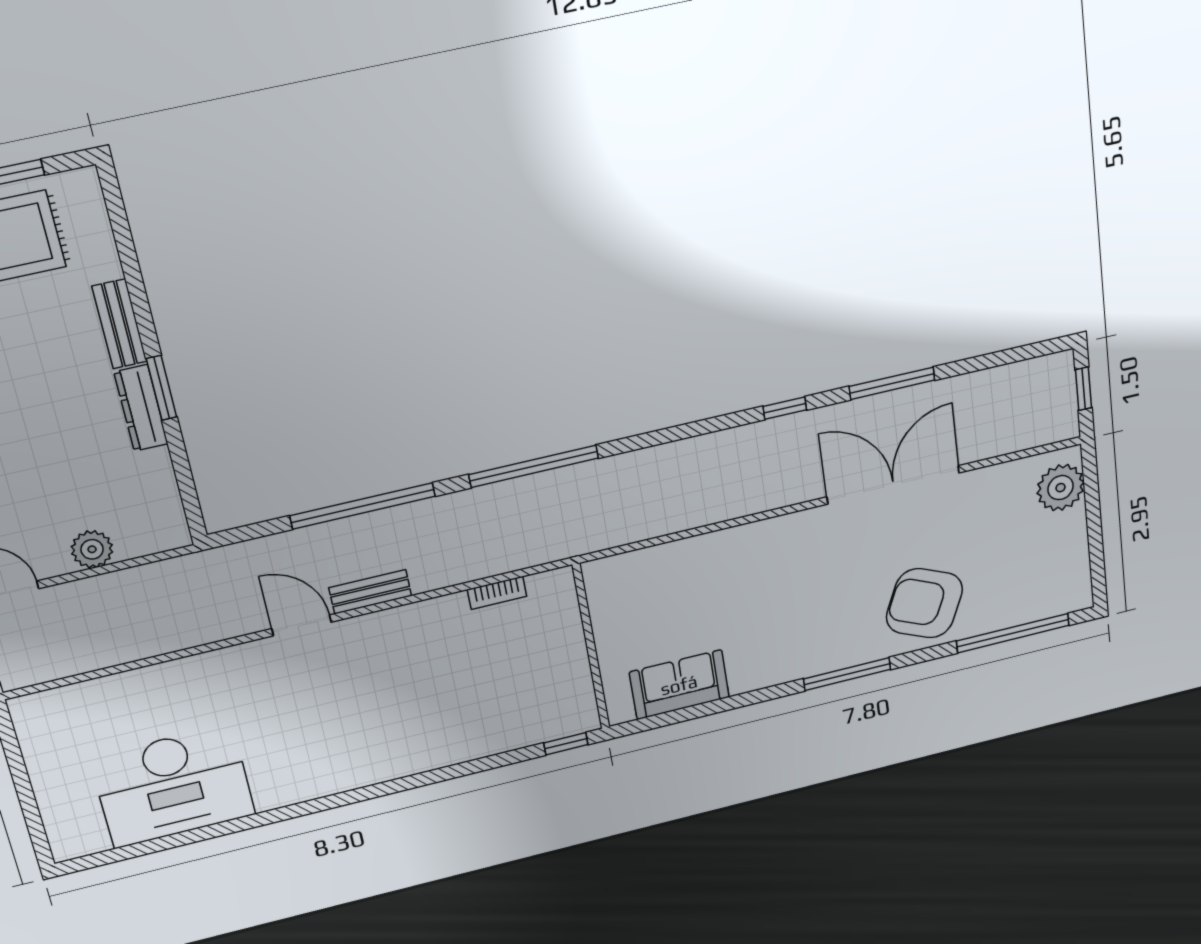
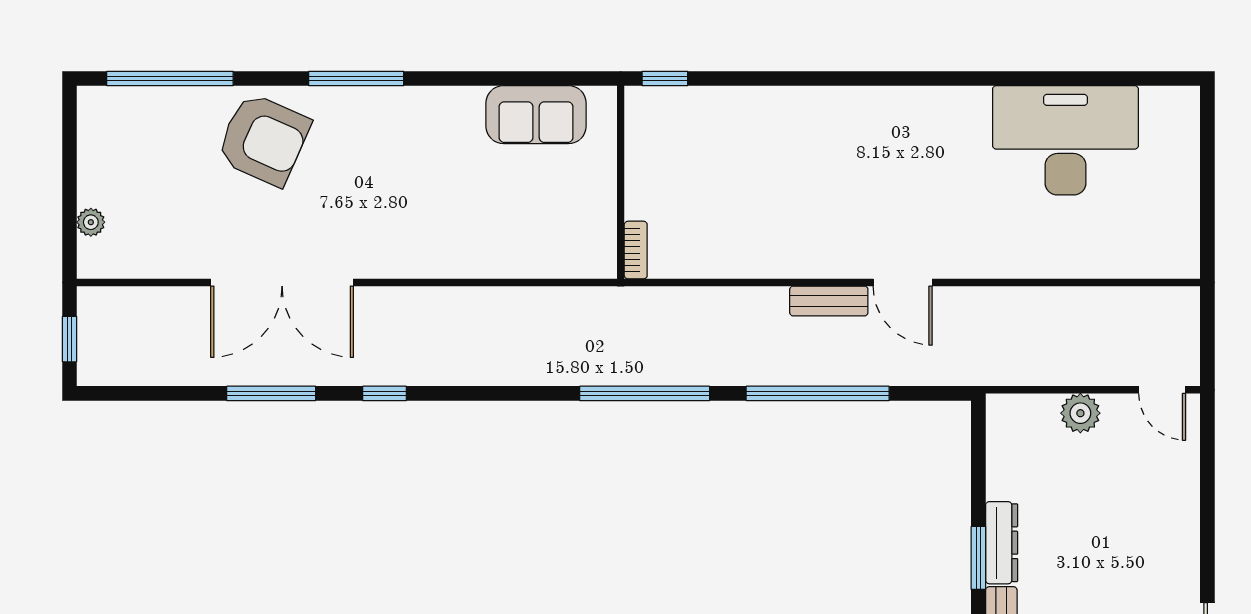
plant: (1061, 488) -> (91, 222), width x0.53, depth x0.53
bookcase: (497, 593) -> (636, 250), moved, turned 90

